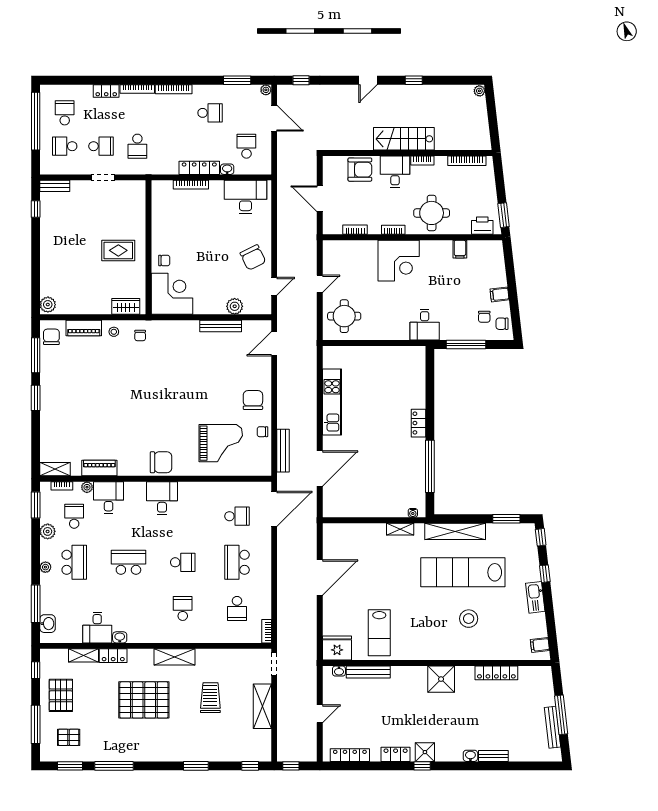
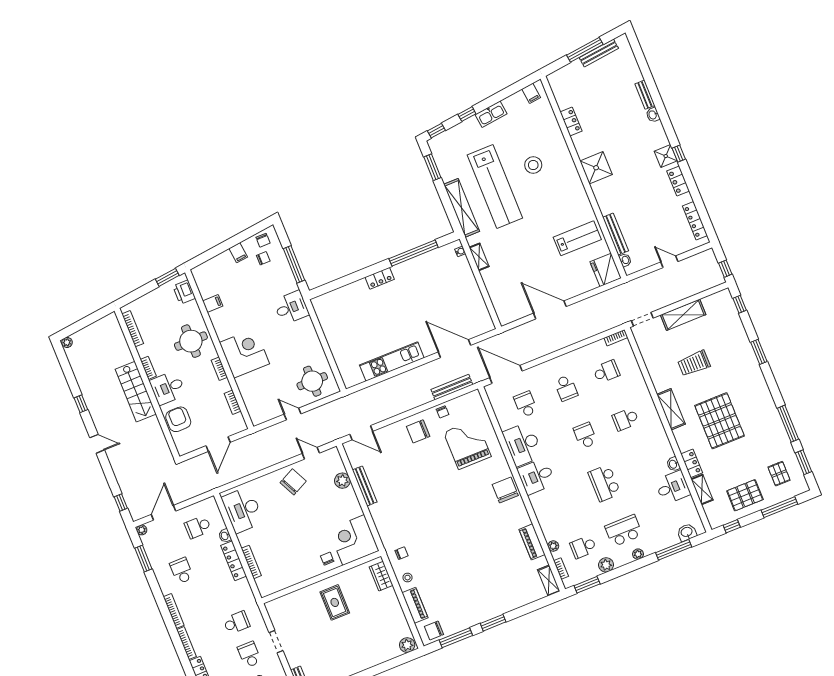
desk: (109, 498) -> (523, 444), moved, width x1.37
school desk: (237, 562) -> (566, 388), width x0.54
locker: (496, 673) -> (571, 121), width x0.66

